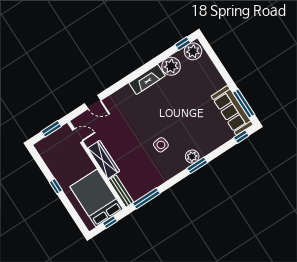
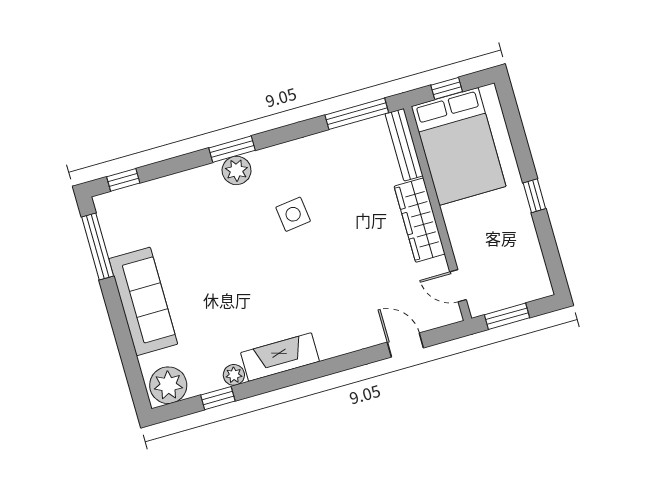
window: (183, 44) -> (218, 398), moved
plant: (171, 66) -> (234, 375), width x0.53, depth x0.53
sofa: (232, 110) -> (143, 301), moved

